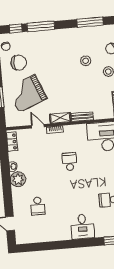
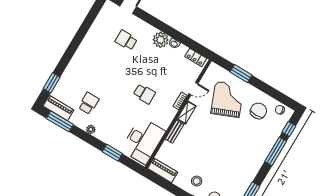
stool: (86, 61) -> (219, 168), removed
chair: (19, 63) -> (258, 111), turned 180
desk: (82, 226) -> (82, 65), removed

